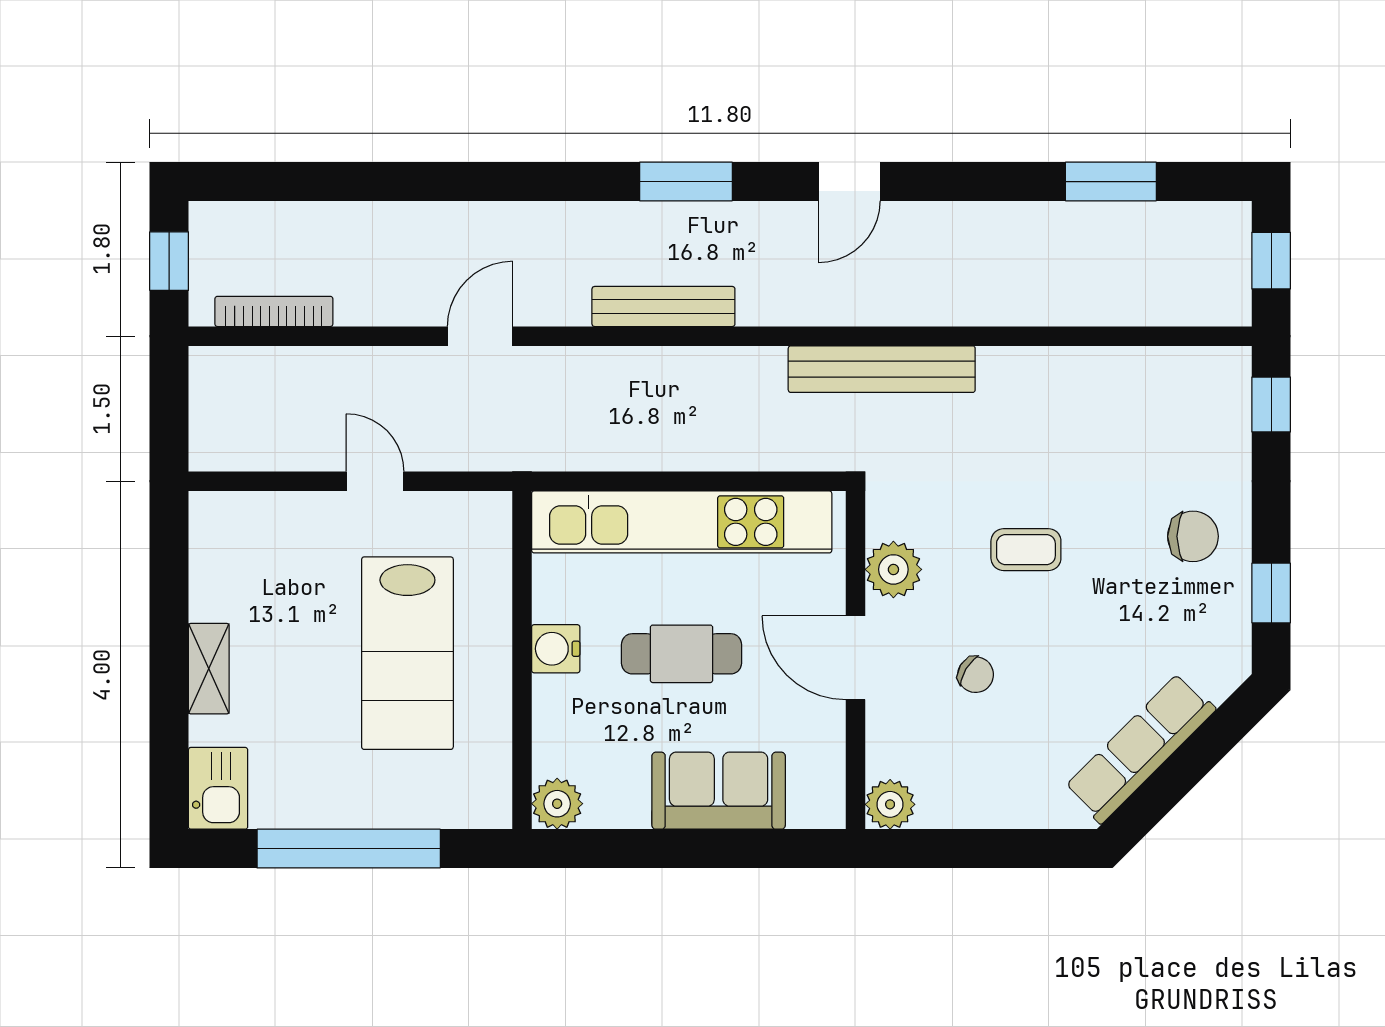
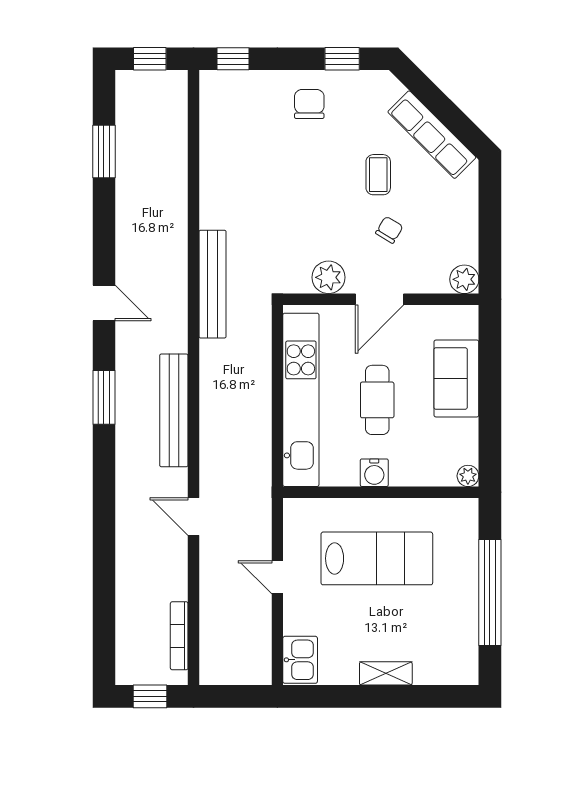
bench: (663, 307) -> (174, 410), width x1.37, depth x1.21
door: (375, 481) -> (277, 577), hinge flipped
coffee table: (1026, 550) -> (378, 175), moved
kitchen sink: (218, 788) -> (300, 660), moved, turned 90
plant: (557, 804) -> (468, 476), width x0.73, depth x0.73

